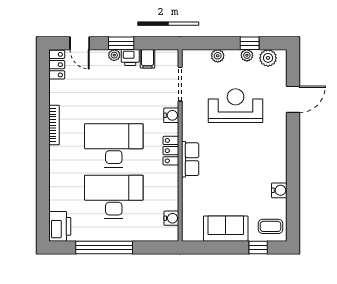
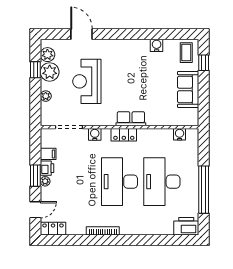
plant: (247, 55) -> (50, 72), width x1.88, depth x1.88

